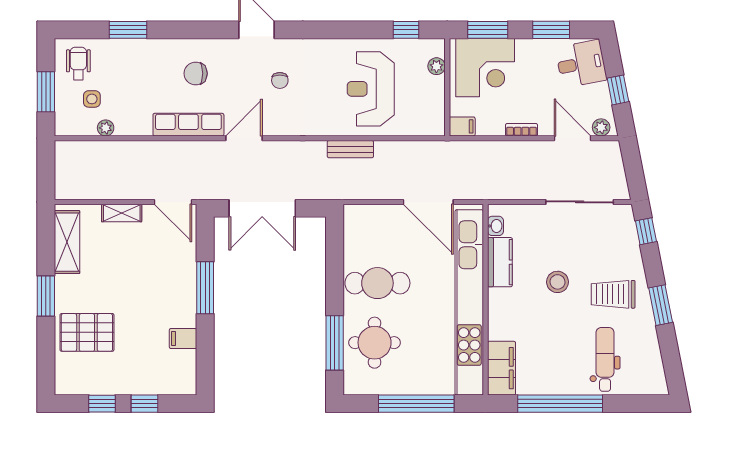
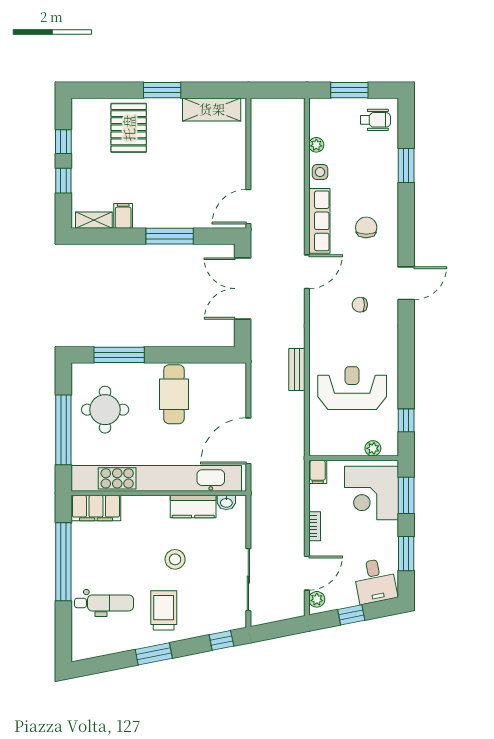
side table: (92, 99) -> (320, 172), moved
door: (244, 138) -> (307, 272), hinge flipped
shelving: (122, 213) -> (94, 220), moved, turned 90
round table: (375, 343) -> (105, 410), moved

